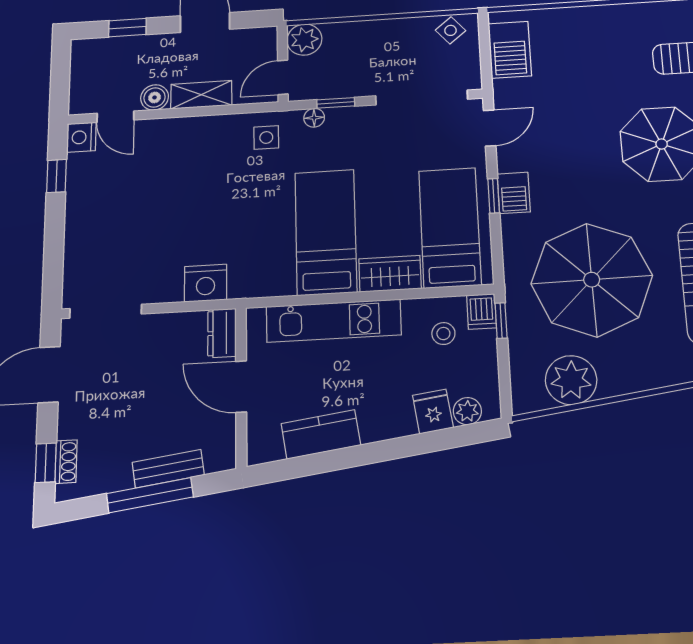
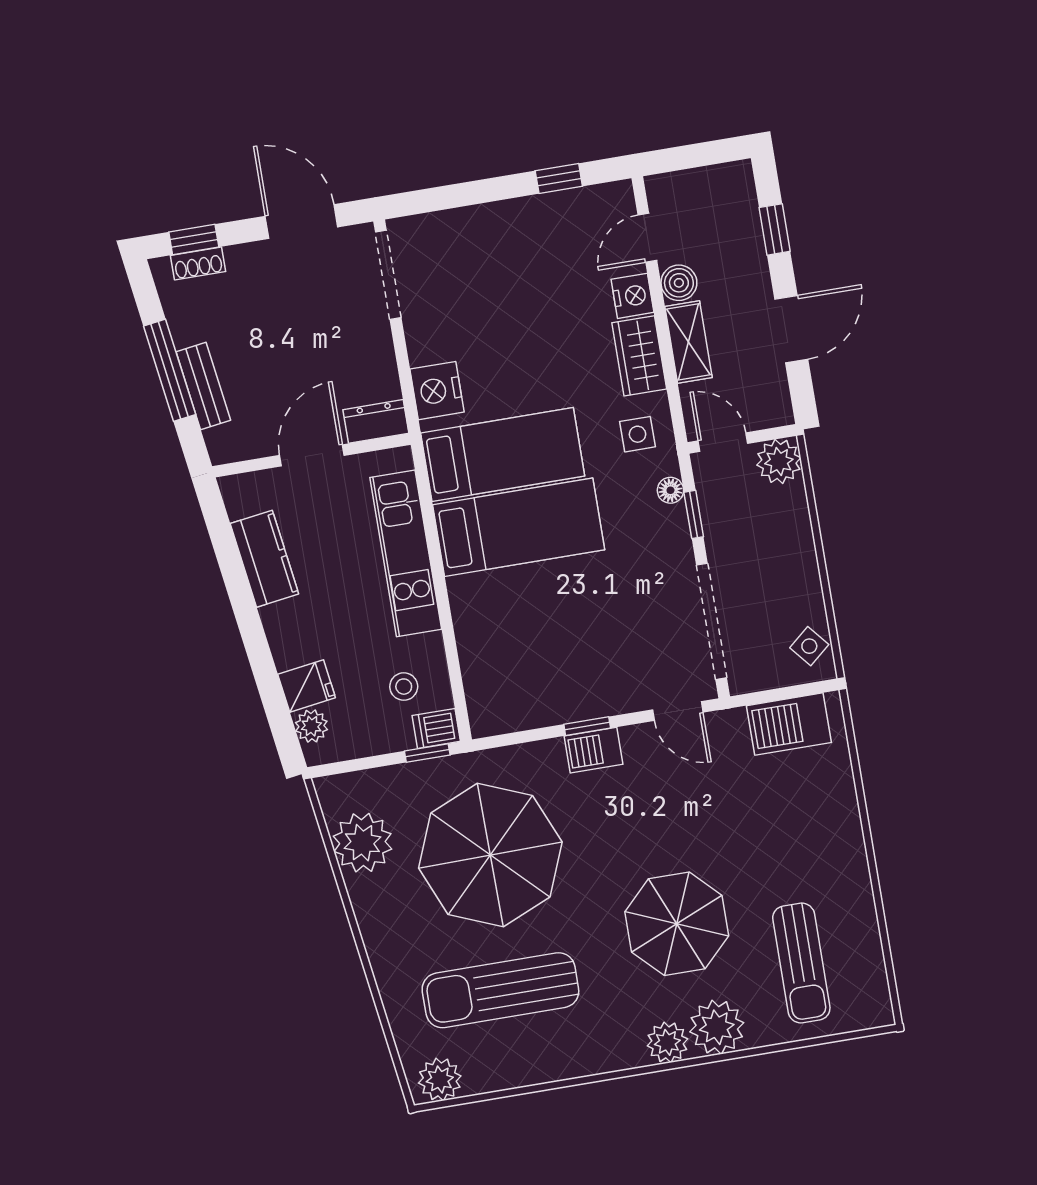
nightstand: (81, 137) -> (633, 296), moved, turned 90
bed: (450, 228) -> (503, 454), moved
wardrobe: (390, 274) -> (639, 356), moved, turned 180

